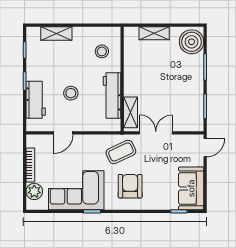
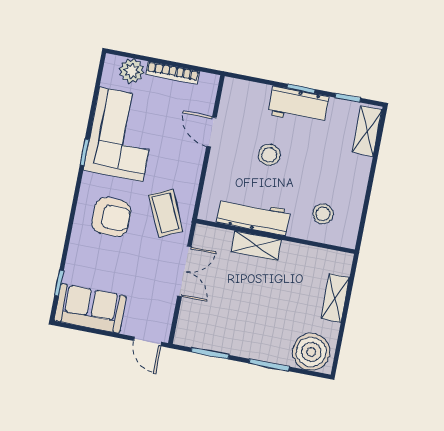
shelving: (56, 33) -> (367, 131), moved
workbench: (36, 100) -> (298, 105), moved
shelving: (131, 112) -> (256, 246), moved

